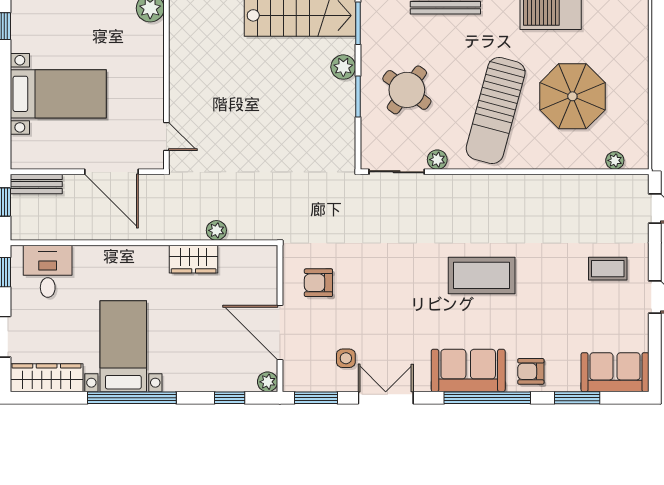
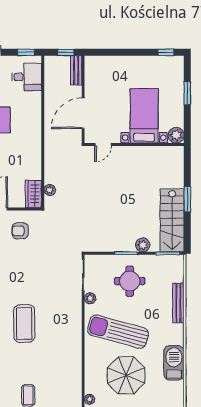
round table: (407, 90) -> (130, 281), turned -36
bed with nightstands: (58, 94) -> (144, 116), moved, turned 180
plant: (216, 230) -> (50, 190), moved
wardrobe: (194, 259) -> (34, 194), moved
armchair: (318, 283) -> (20, 231), turned -90

